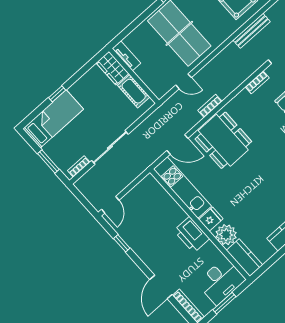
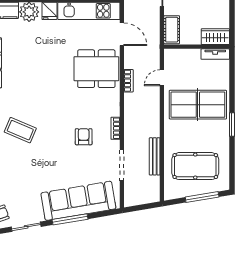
cot: (134, 91) -> (172, 30), moved, turned 90
door: (177, 144) -> (122, 34), swing flipped

